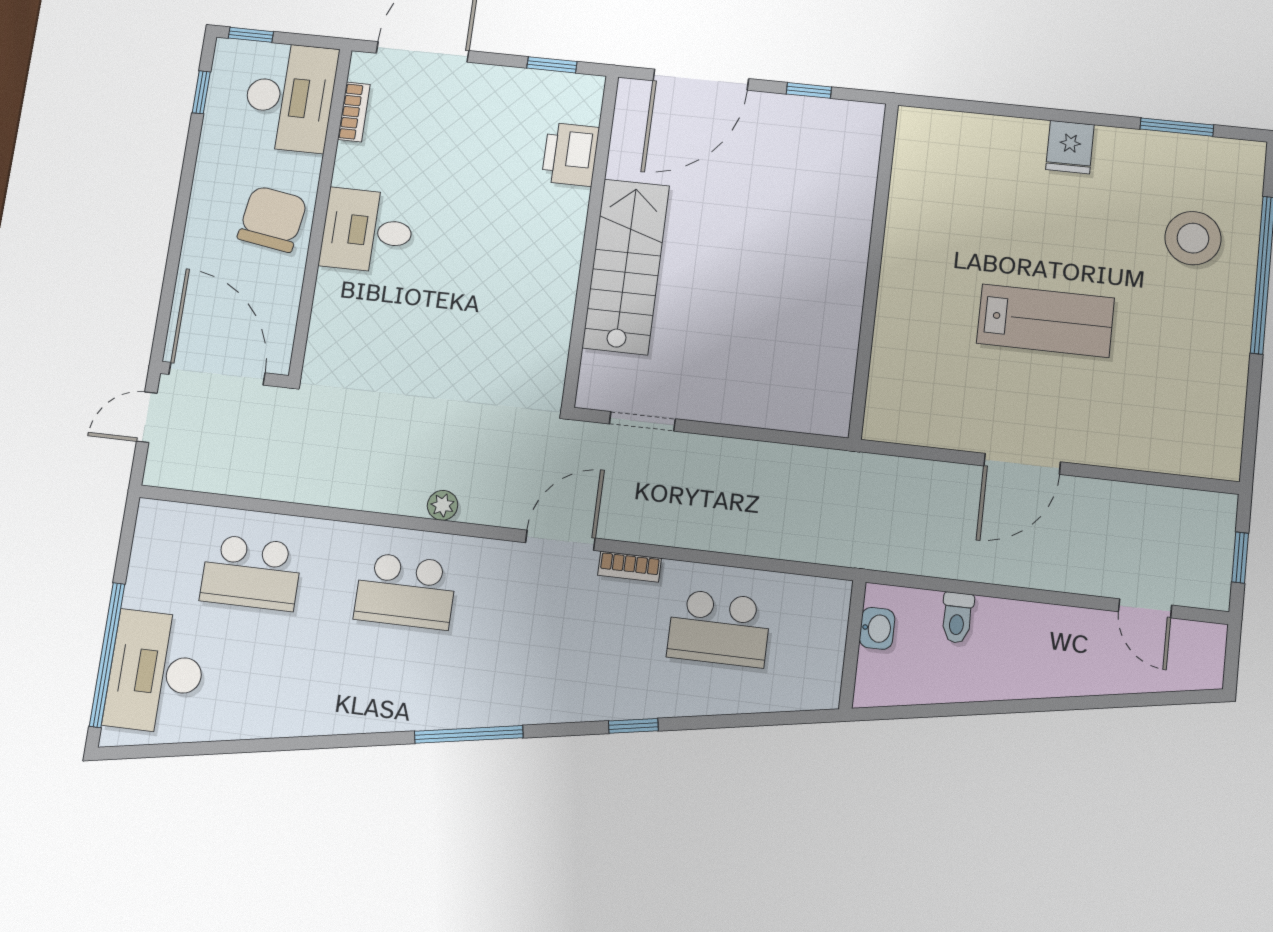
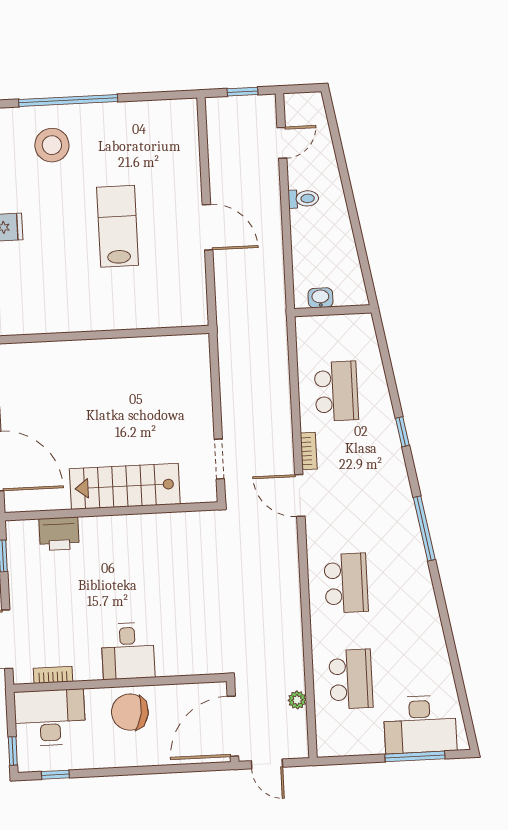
plant: (443, 505) -> (297, 700), moved
toilet: (957, 618) -> (303, 199), moved
window: (107, 655) -> (415, 756), width x0.68

